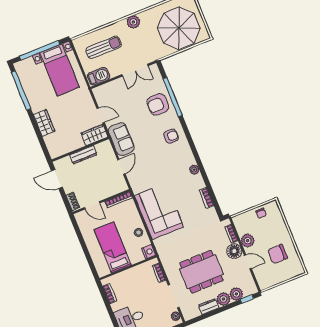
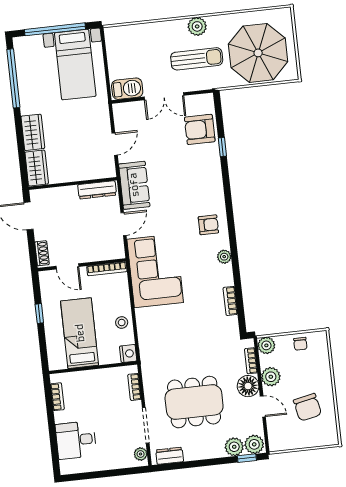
sun lounger: (104, 47) -> (197, 59), moved
double door: (135, 70) -> (164, 96), moved
window: (173, 97) -> (222, 147), width x0.32
armchair: (158, 104) -> (200, 129), moved
door: (101, 115) -> (115, 144), hinge flipped
wardrobe: (94, 135) -> (37, 168), moved, turned 90
armchair: (171, 136) -> (208, 225), moved
dresser: (83, 155) -> (97, 190), moved
corner sofa: (159, 211) -> (155, 271), moved
plant: (239, 221) -> (266, 345), added
window: (82, 242) -> (39, 313), added
chair: (278, 254) -> (307, 407), turned -102
plant: (223, 299) -> (254, 444), moved
dresser: (209, 307) -> (170, 456), moved

